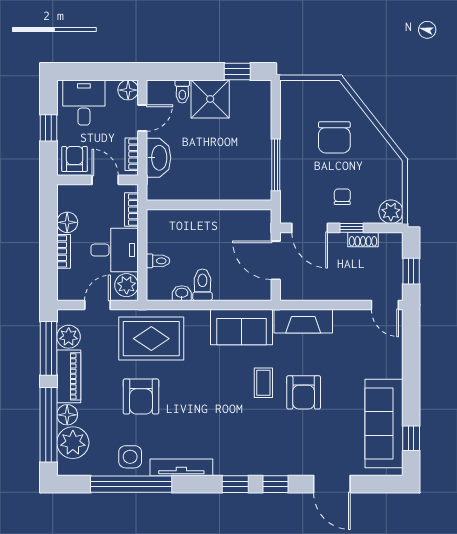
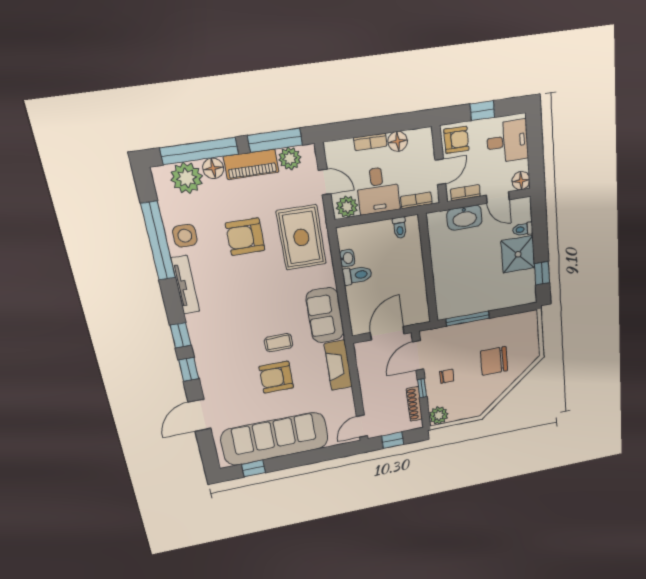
shoe rack: (363, 239) -> (414, 404), width x1.43
toilet: (158, 261) -> (400, 228), moved
sofa: (384, 423) -> (275, 439), width x1.36, depth x1.27

